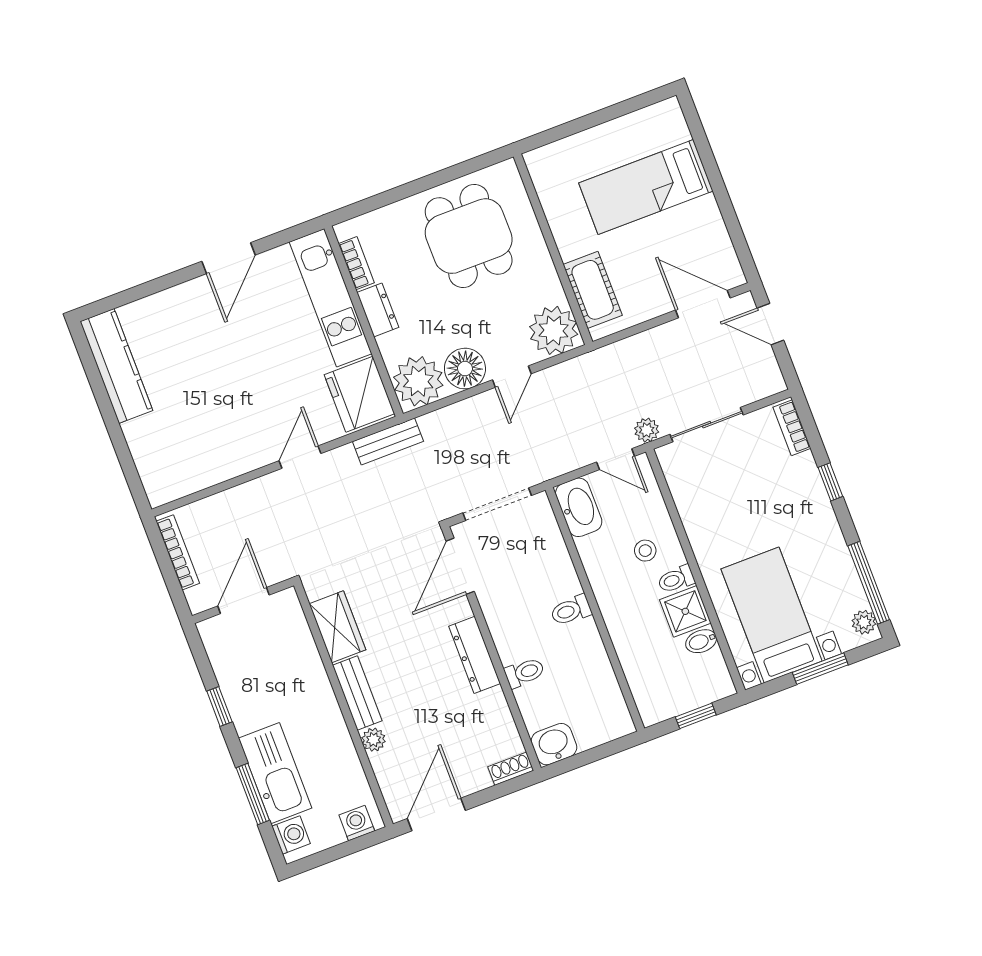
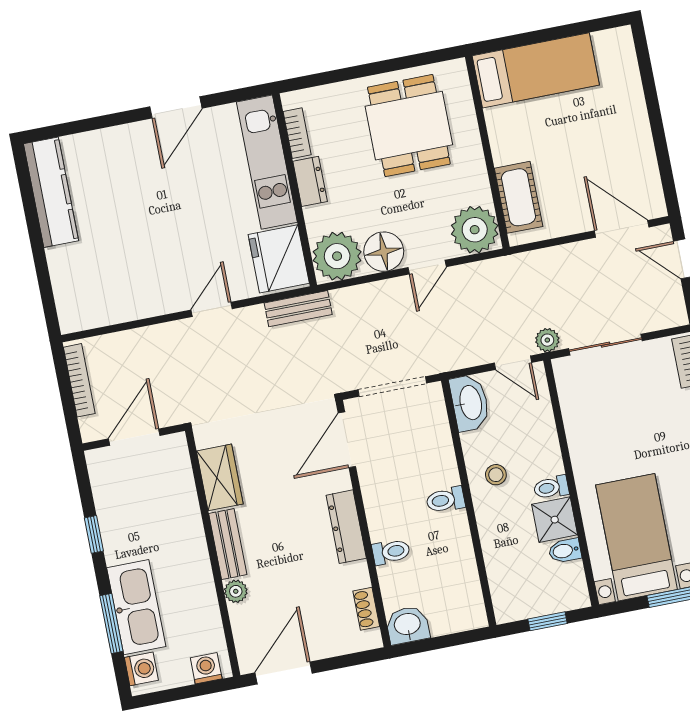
bed: (646, 187) -> (536, 70), moved, turned 180
stool: (645, 551) -> (496, 475), moved
shoe rack: (511, 769) -> (366, 609), moved, turned -90

